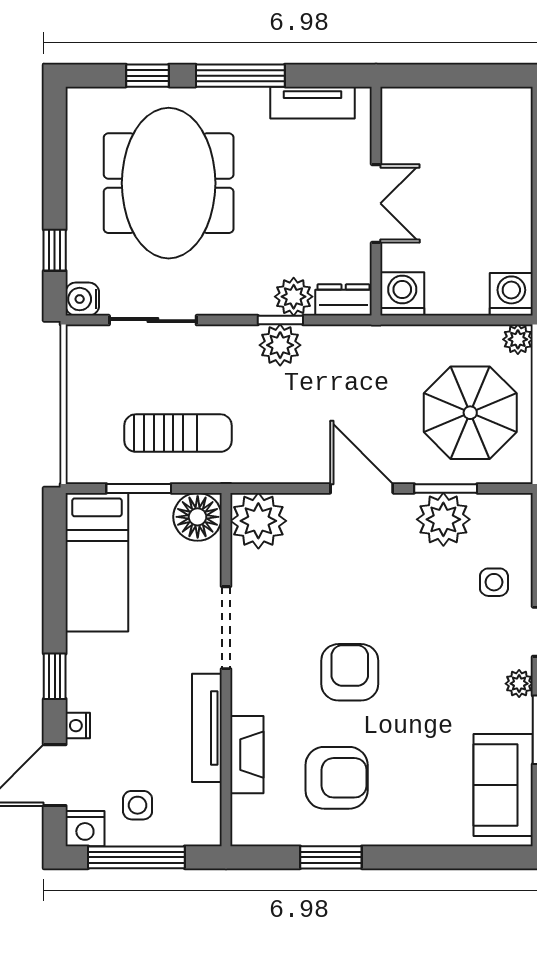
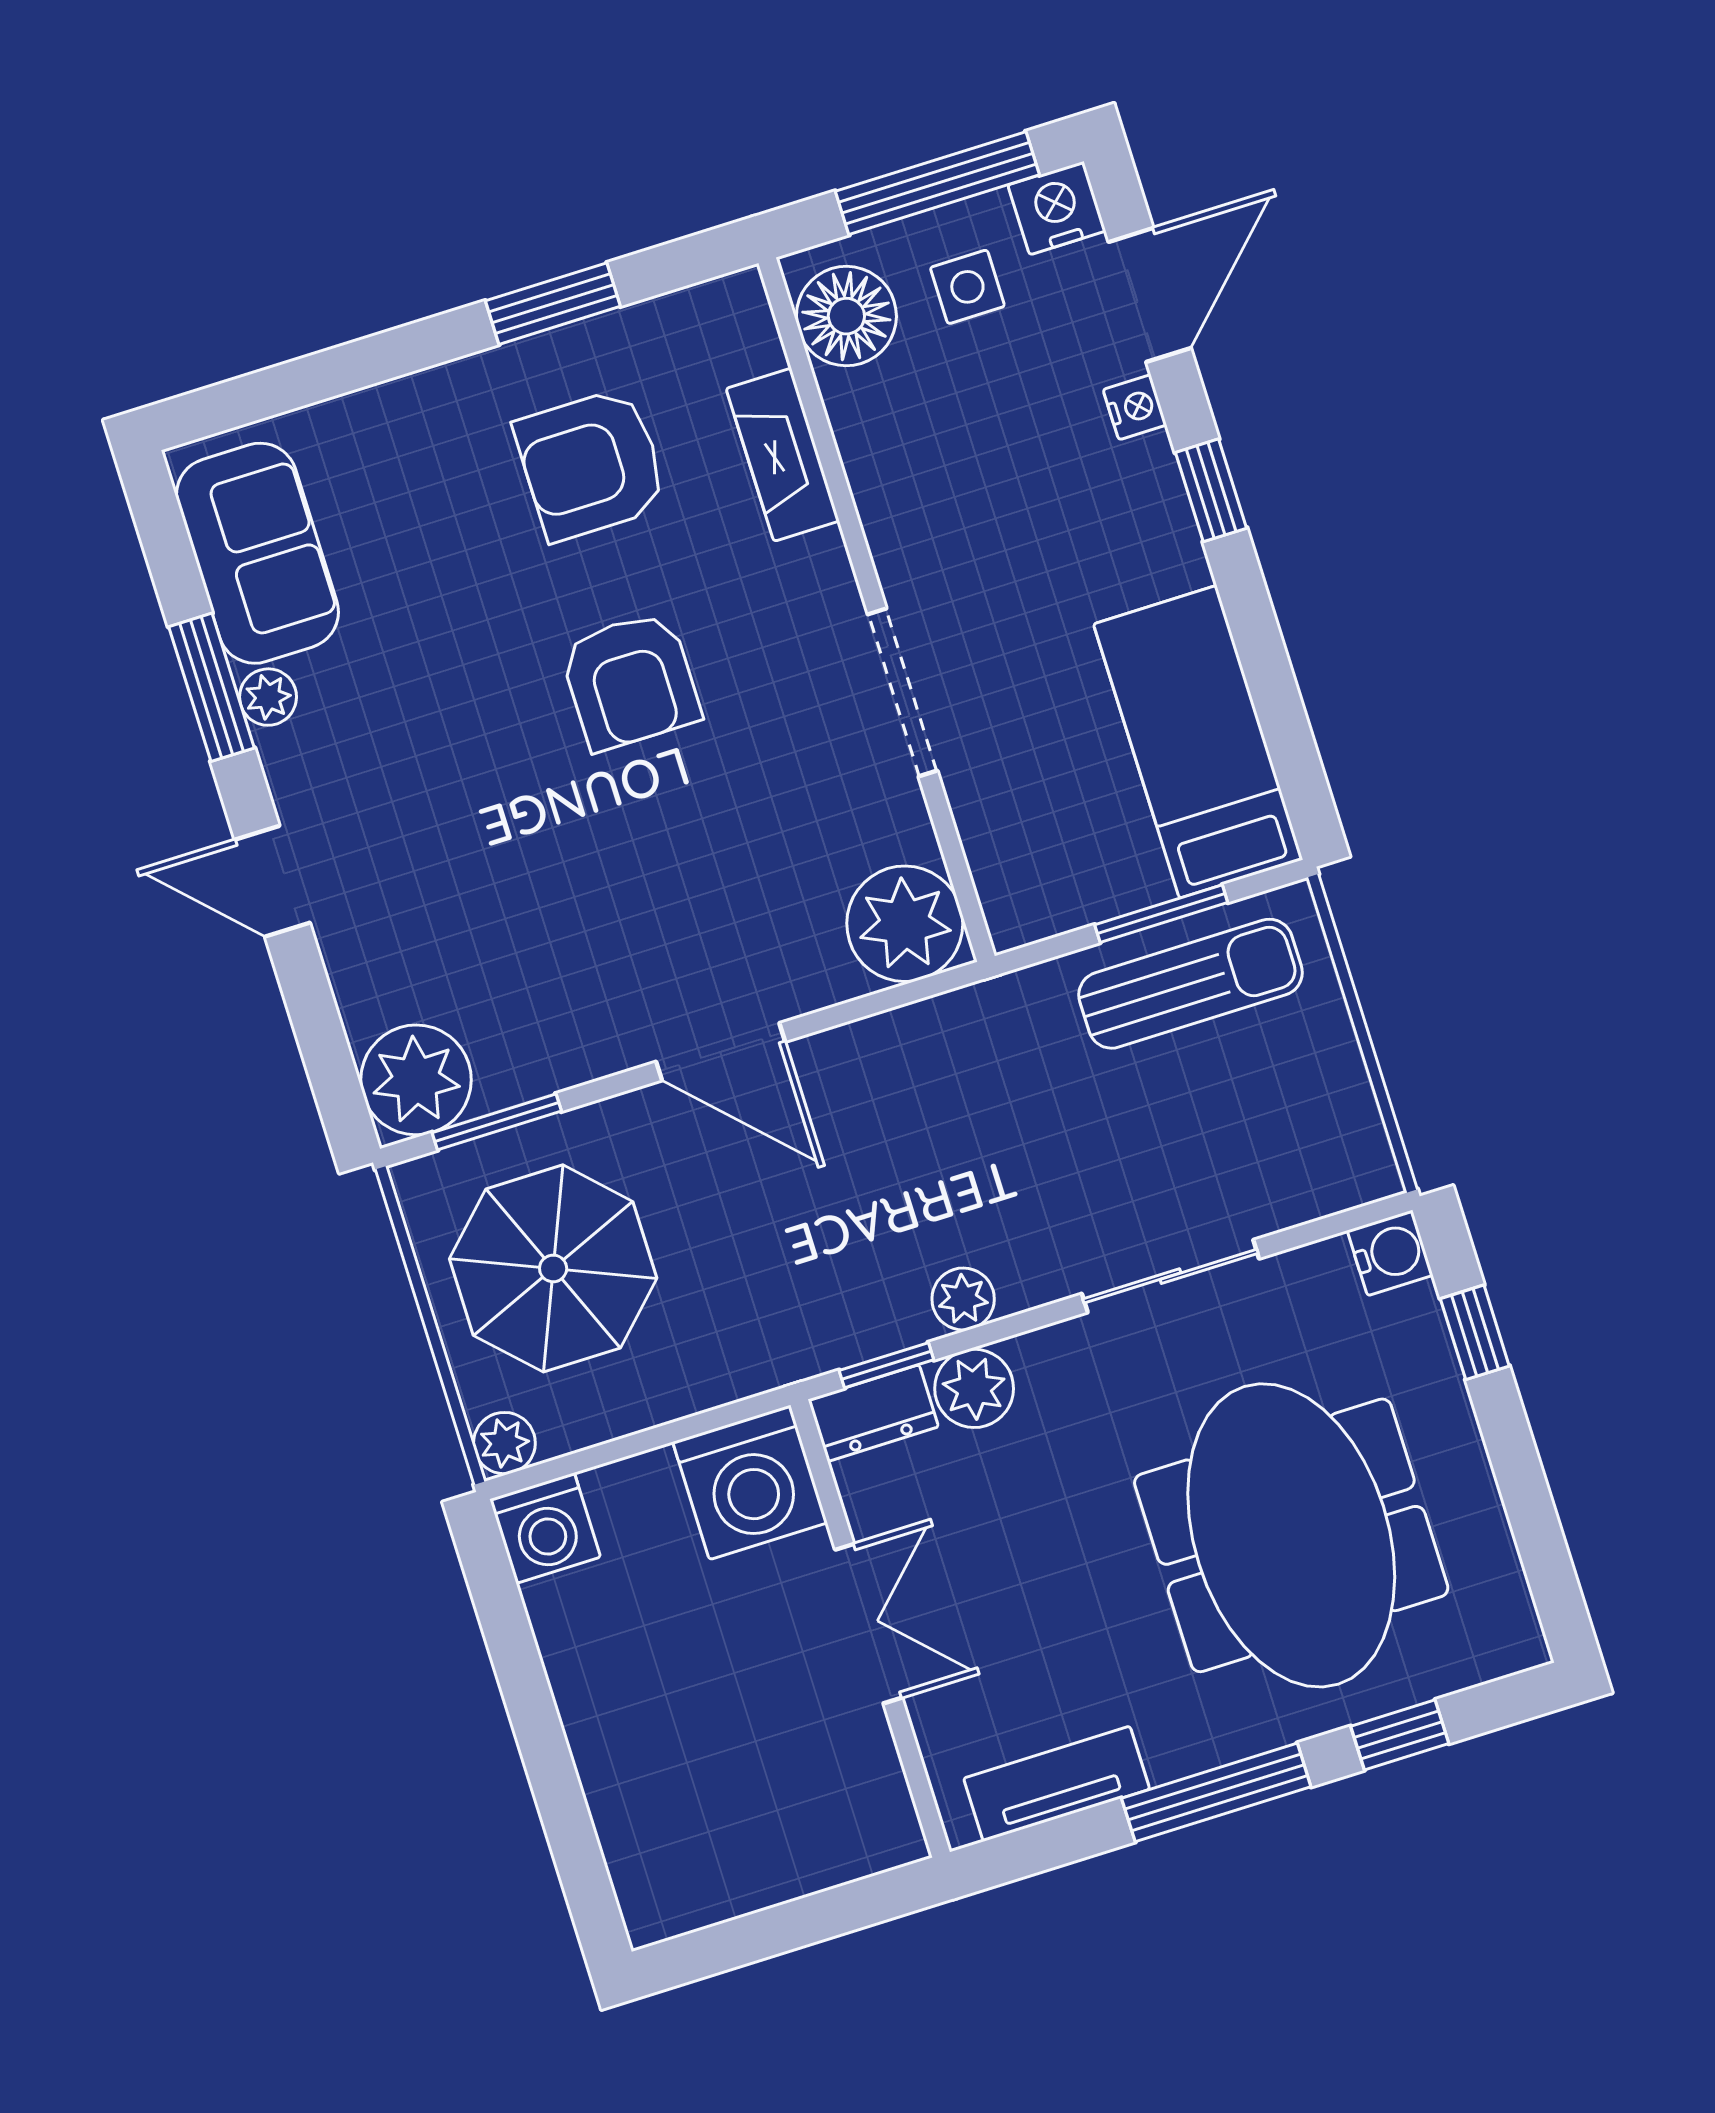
double door: (376, 203) -> (869, 1624), swing flipped
washing machine: (402, 294) -> (750, 1482), width x1.37, depth x1.37
sliding door: (153, 320) -> (1170, 1276), moved
window: (280, 320) -> (886, 1365), moved
plant: (280, 345) -> (963, 1299), width x0.73, depth x0.73
sun lounger: (178, 433) -> (1191, 984), moved, turned 180
window: (446, 488) -> (497, 1122), moved
floor lamp: (198, 517) -> (846, 316), moved
plant: (443, 519) -> (416, 1080), moved
side table: (494, 582) -> (401, 948), removed
plant: (519, 684) -> (268, 697), moved
tv unit: (207, 728) -> (878, 482), removed

